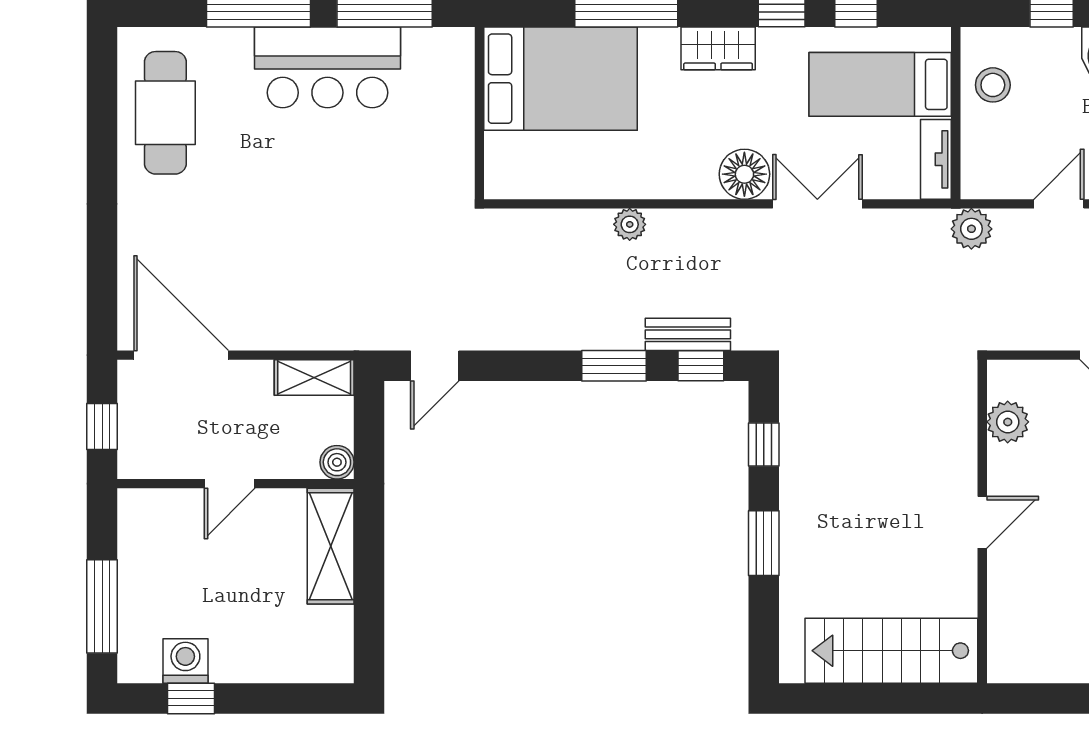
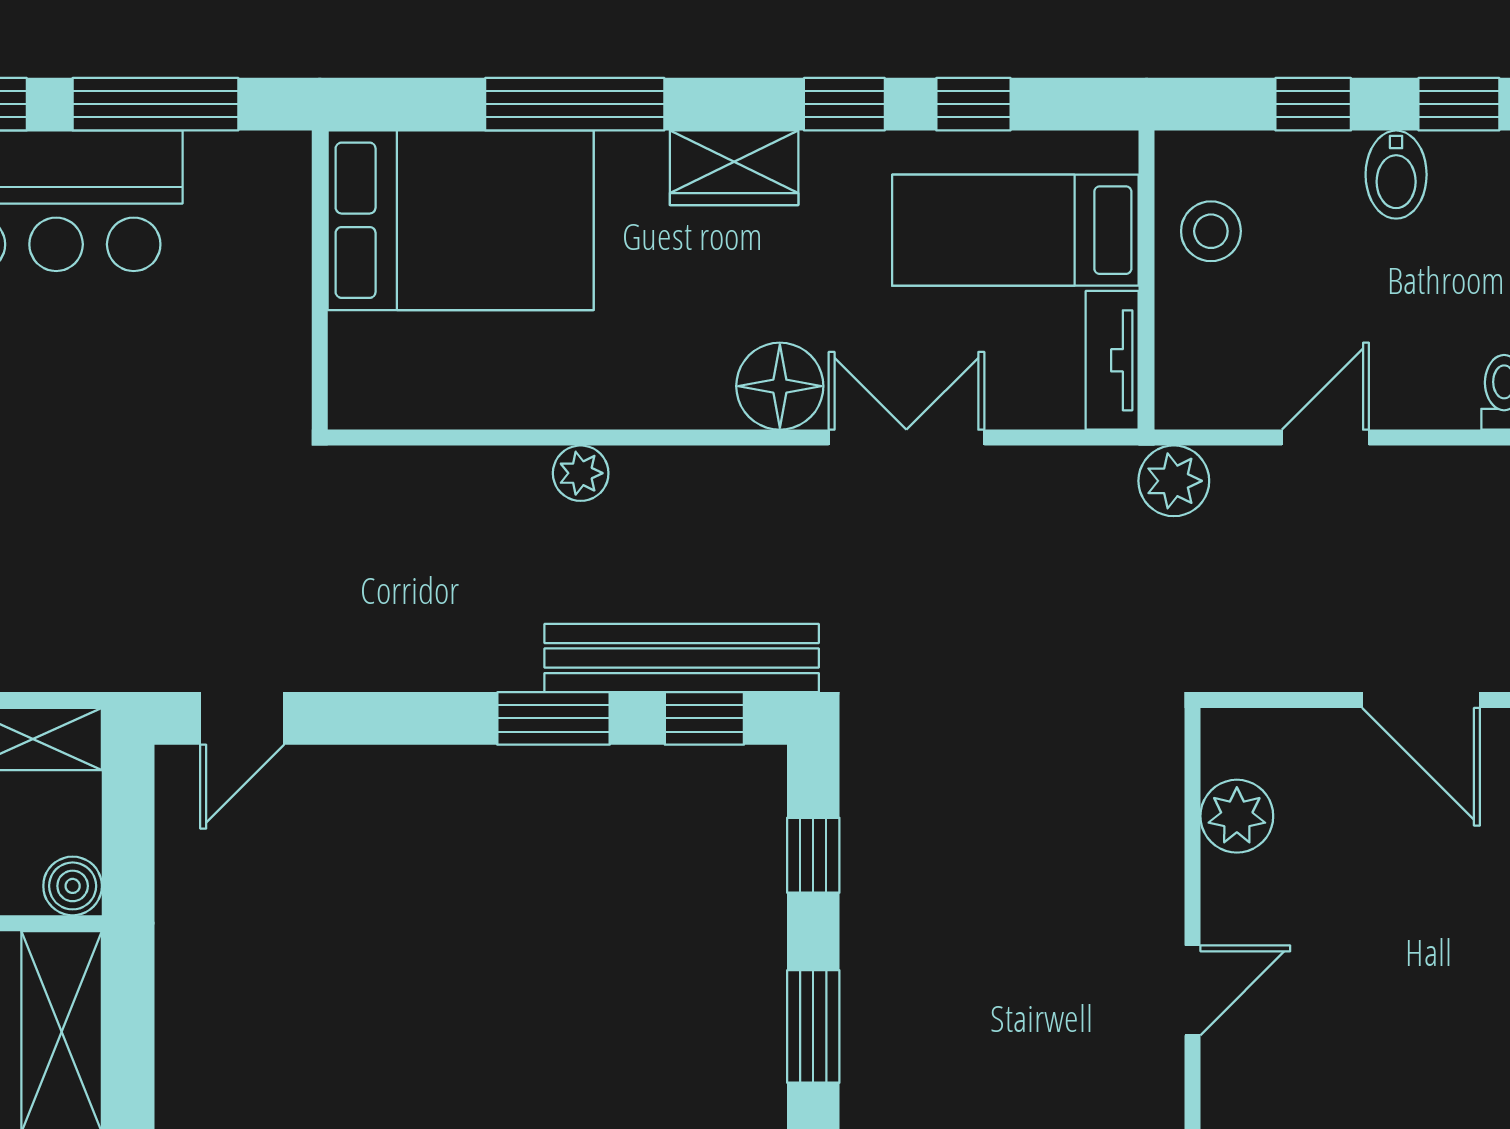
bench: (688, 334) -> (682, 658), width x1.86, depth x1.21

